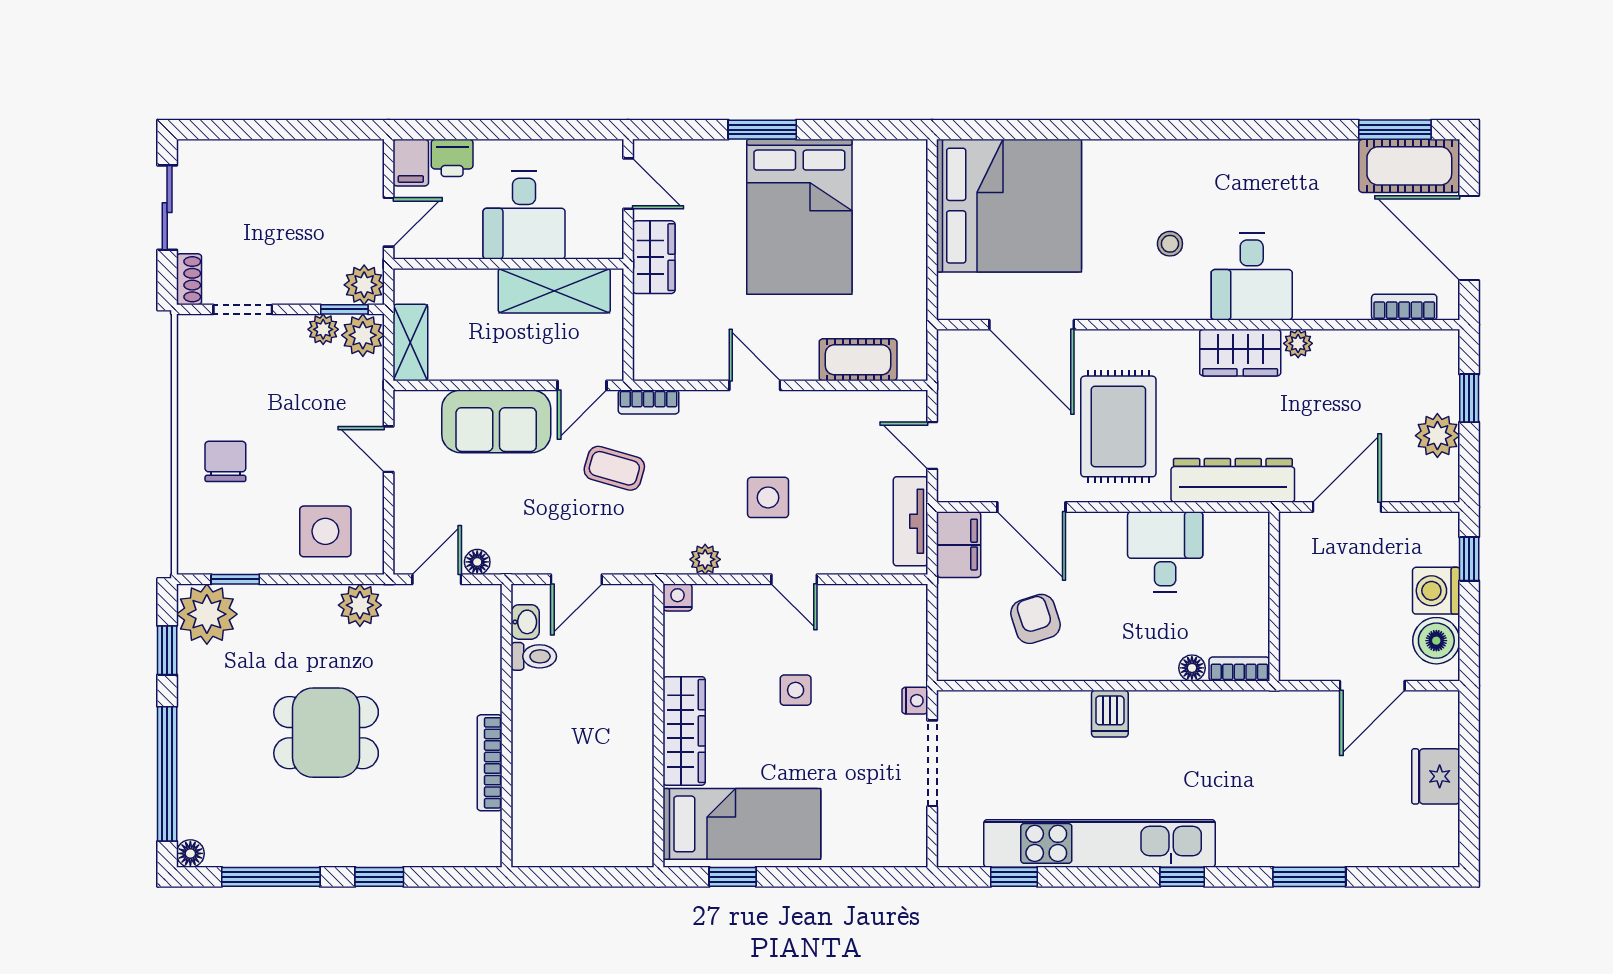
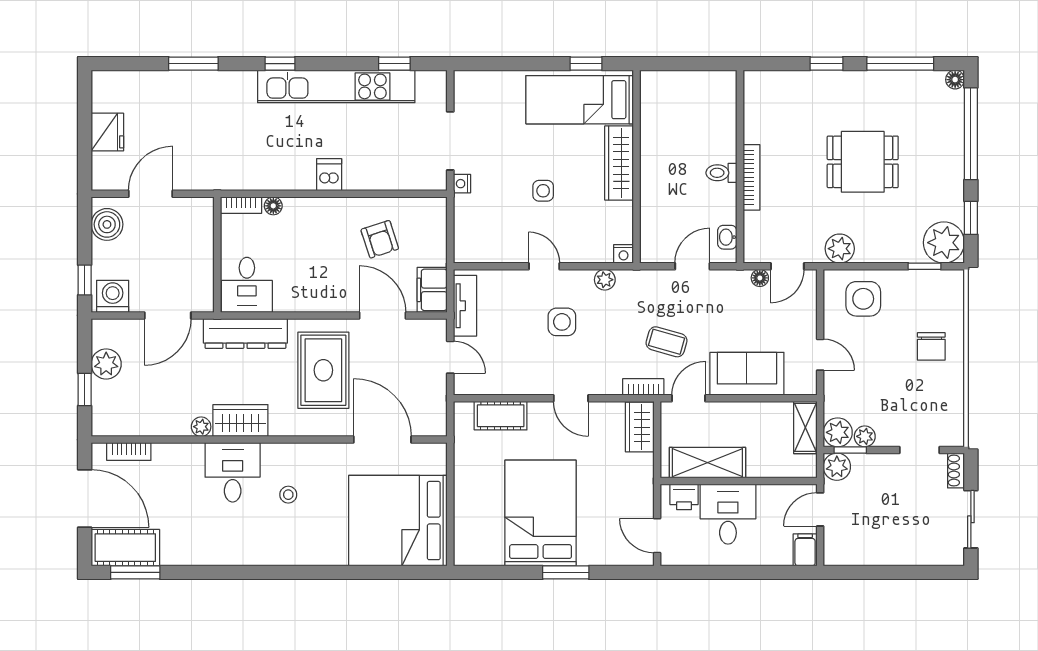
printer: (452, 158) -> (684, 497), moved, turned 180
wardrobe: (654, 257) -> (640, 427), moved
desk: (1165, 552) -> (247, 285), moved
washing machine: (1436, 591) -> (113, 296), moved, turned -90
toilet: (534, 656) -> (721, 173), moved
bookcase: (490, 763) -> (751, 177), moved

